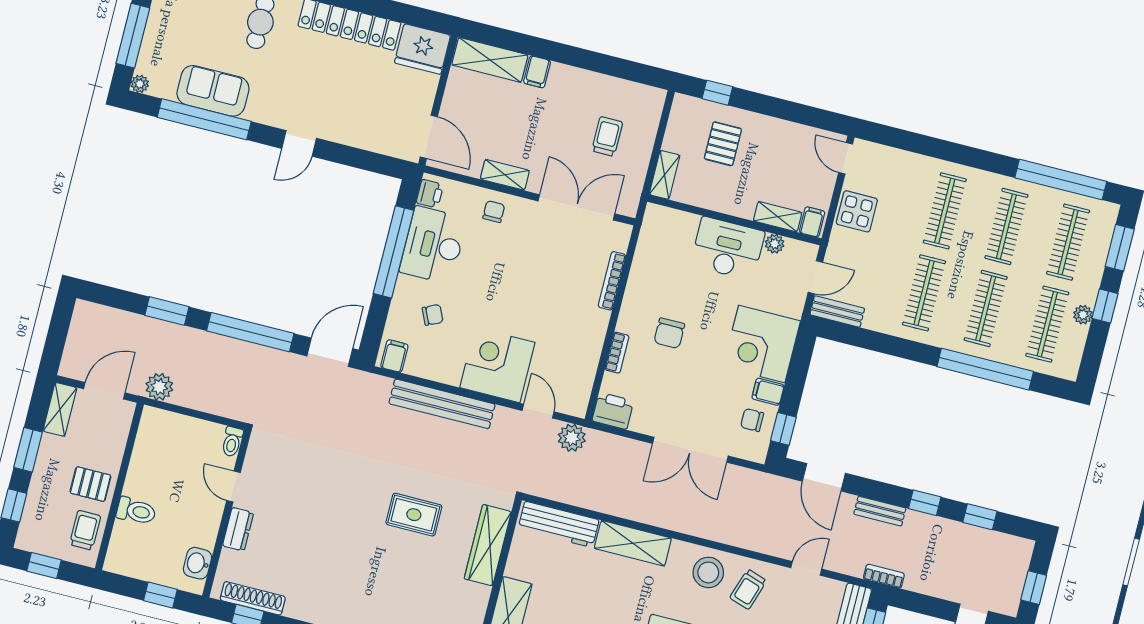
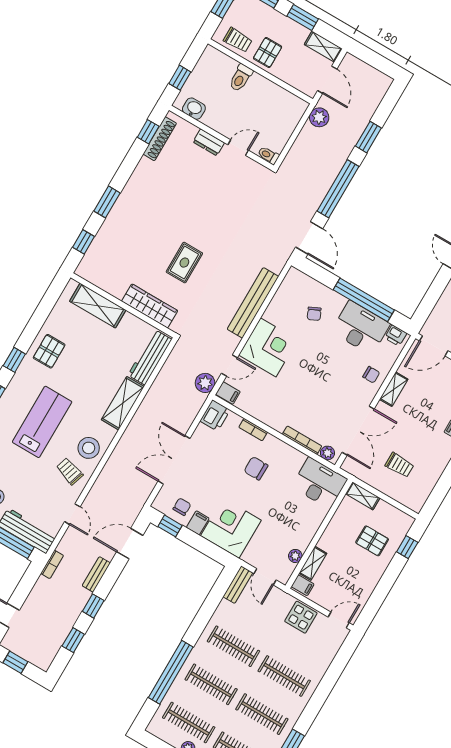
plant: (619, 241) -> (327, 453), added
desk: (728, 249) -> (319, 483), moved, turned -90
filing cabinet: (394, 356) -> (228, 393), moved

